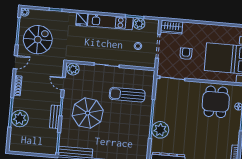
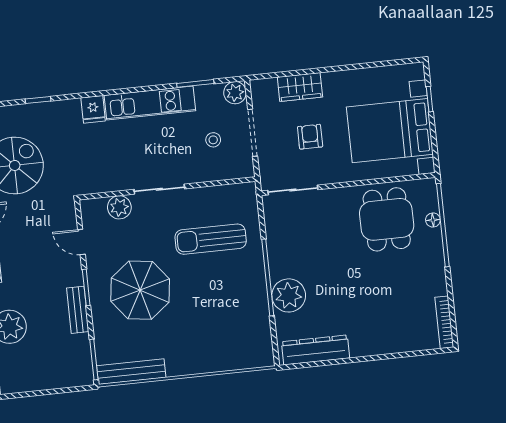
plant: (139, 24) -> (235, 93), moved
wardrobe: (172, 27) -> (300, 87), moved
plant: (73, 69) -> (119, 207), moved

